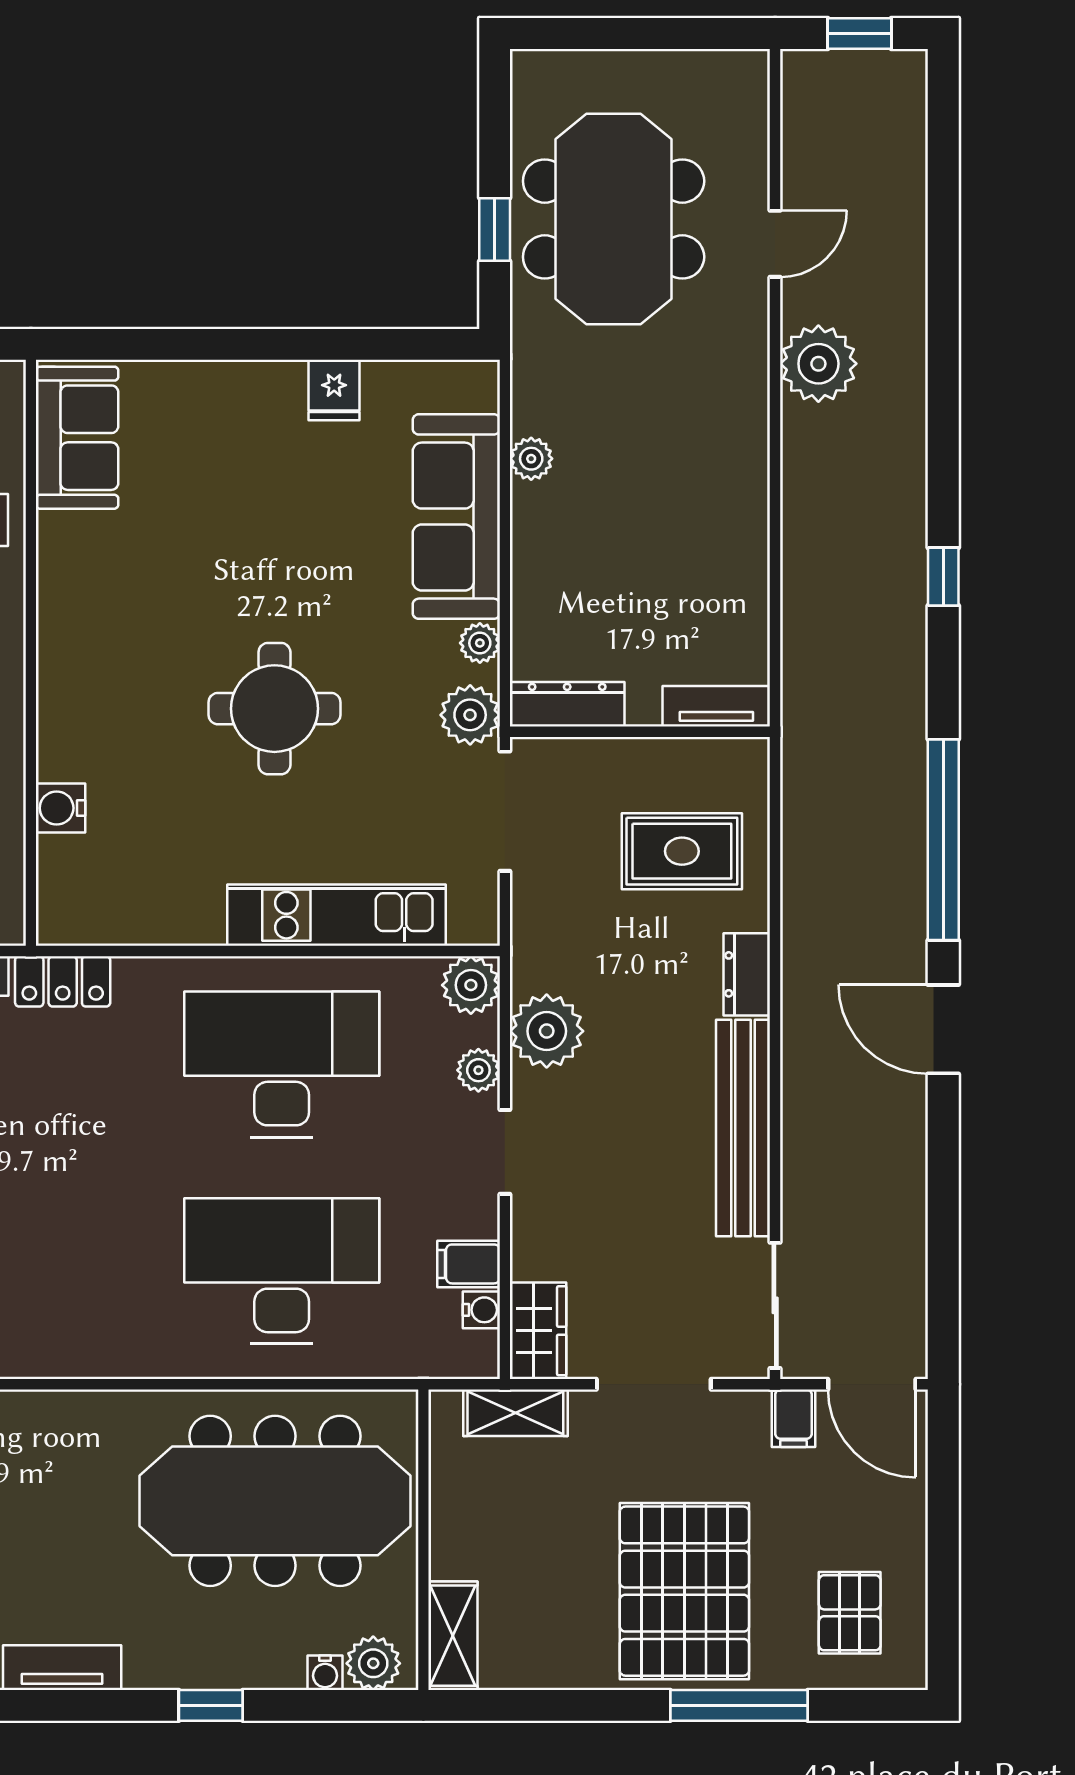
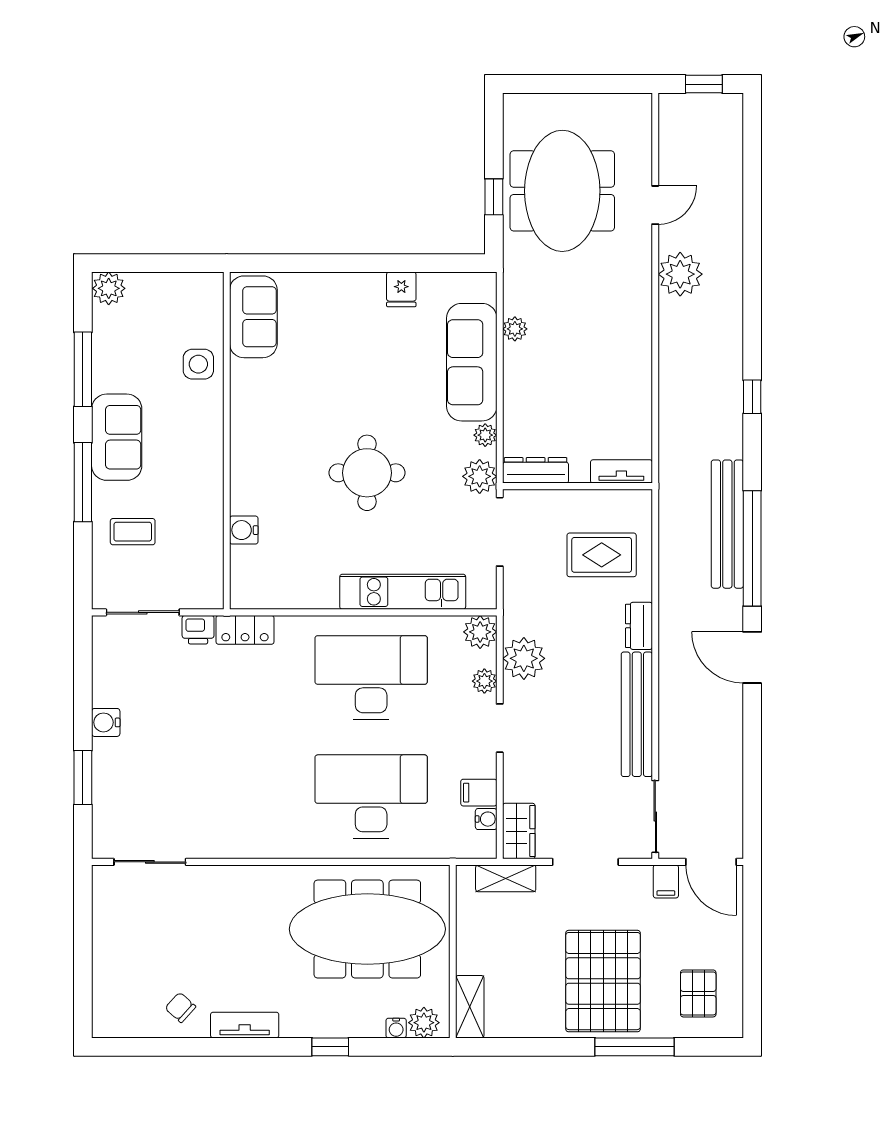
bench: (900, 798) -> (727, 524), added

